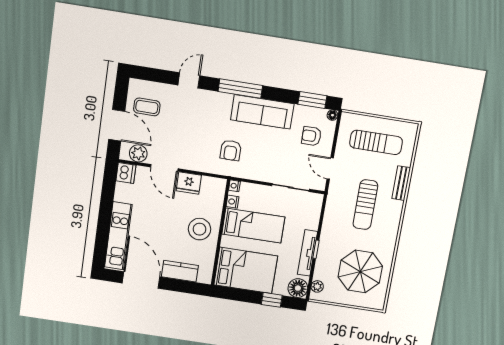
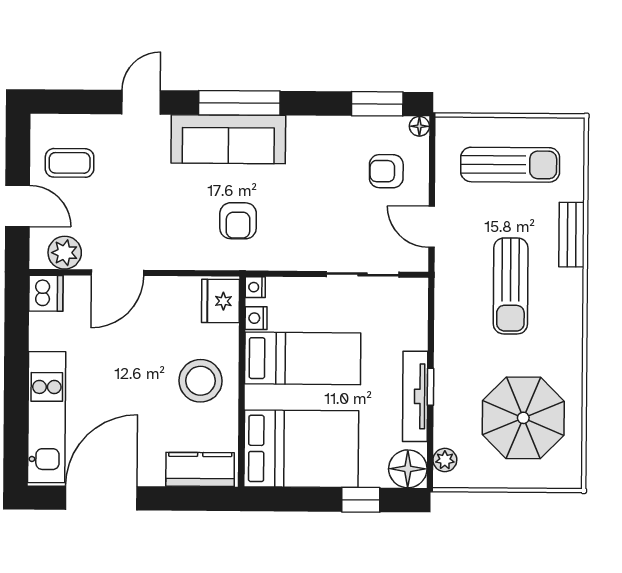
sofa: (262, 112) -> (228, 139), moved
door: (117, 125) -> (17, 206), width x0.73
door: (164, 168) -> (117, 273), hinge flipped
fridge: (189, 183) -> (220, 301), moved, turned 90
kitchen counter: (180, 271) -> (200, 469), moved
door: (141, 280) -> (101, 498), hinge flipped

